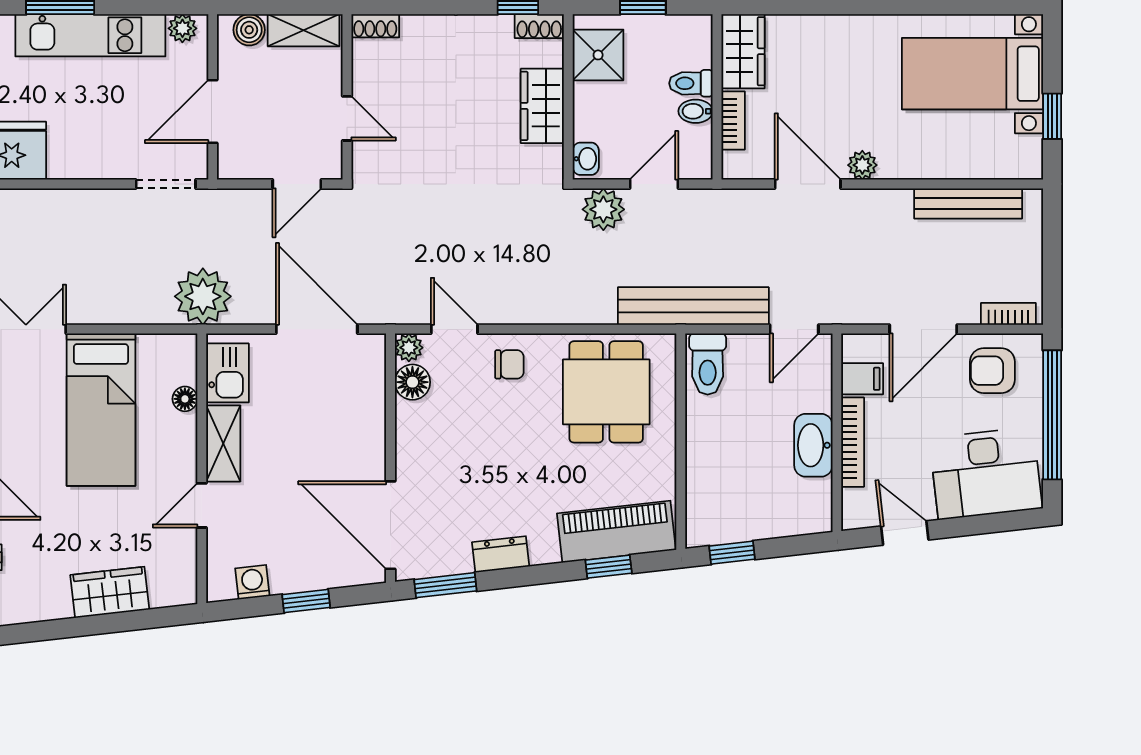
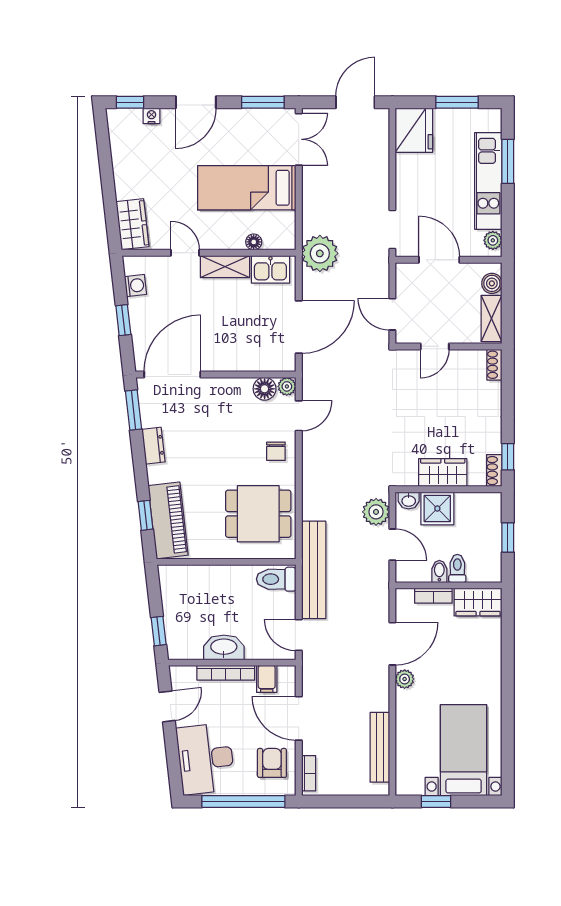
shower: (598, 55) -> (437, 509), moved
window: (732, 553) -> (159, 631), moved
wardrobe: (110, 592) -> (132, 224), moved

